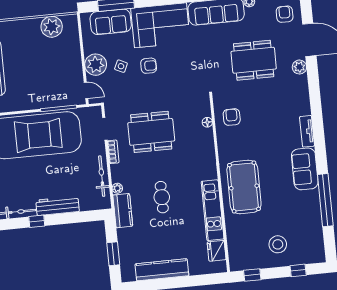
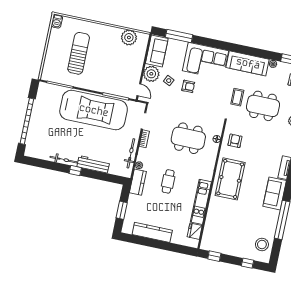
sofa: (111, 22) -> (157, 51), moved, turned -90
coffee table: (217, 59) -> (237, 97), added
dining table: (151, 132) -> (188, 138), moved
pool table: (244, 187) -> (230, 179), moved
stool: (278, 244) -> (262, 244), moved

